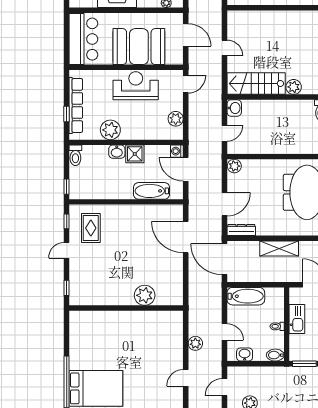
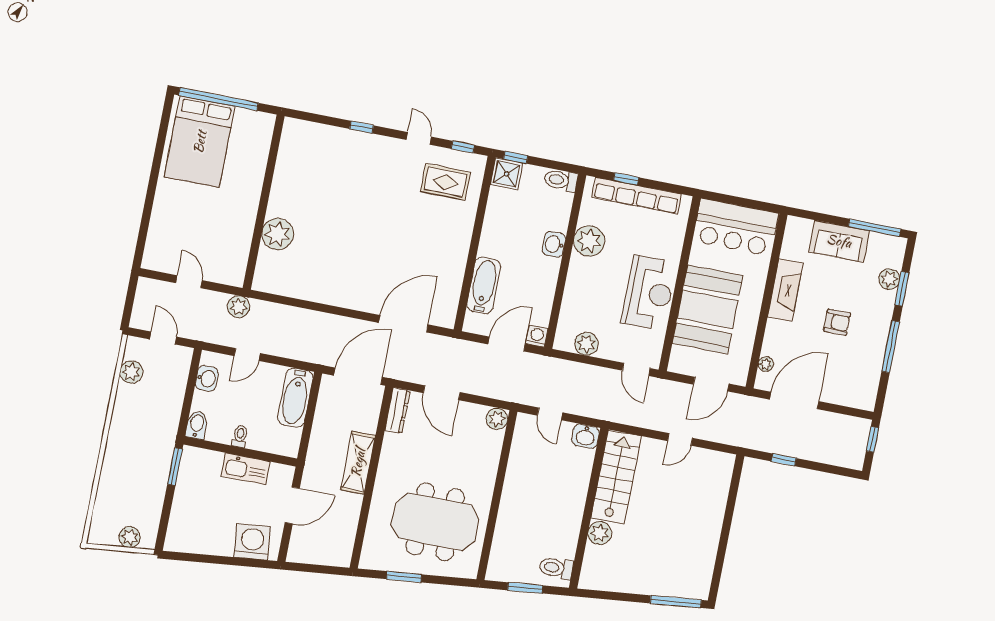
shower: (135, 154) -> (507, 174), moved
plant: (145, 295) -> (278, 234), moved
wall: (126, 308) -> (264, 202), moved

